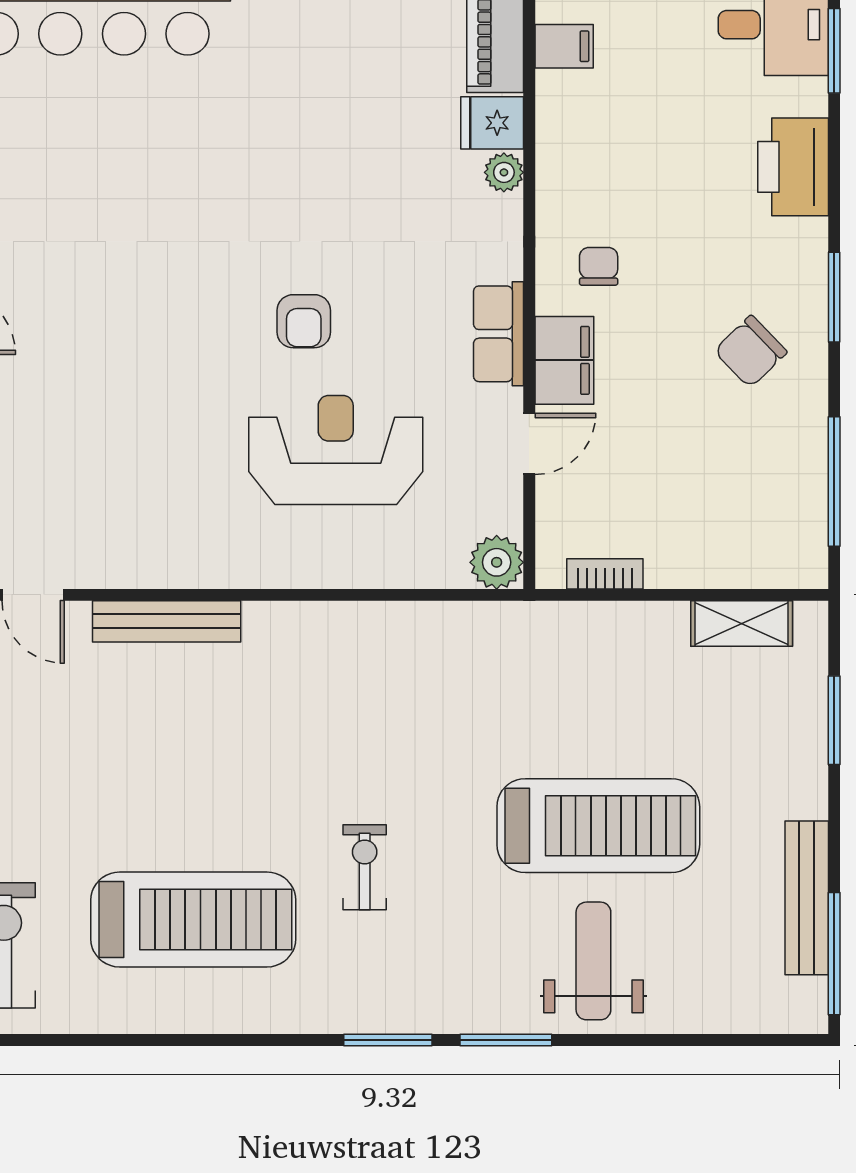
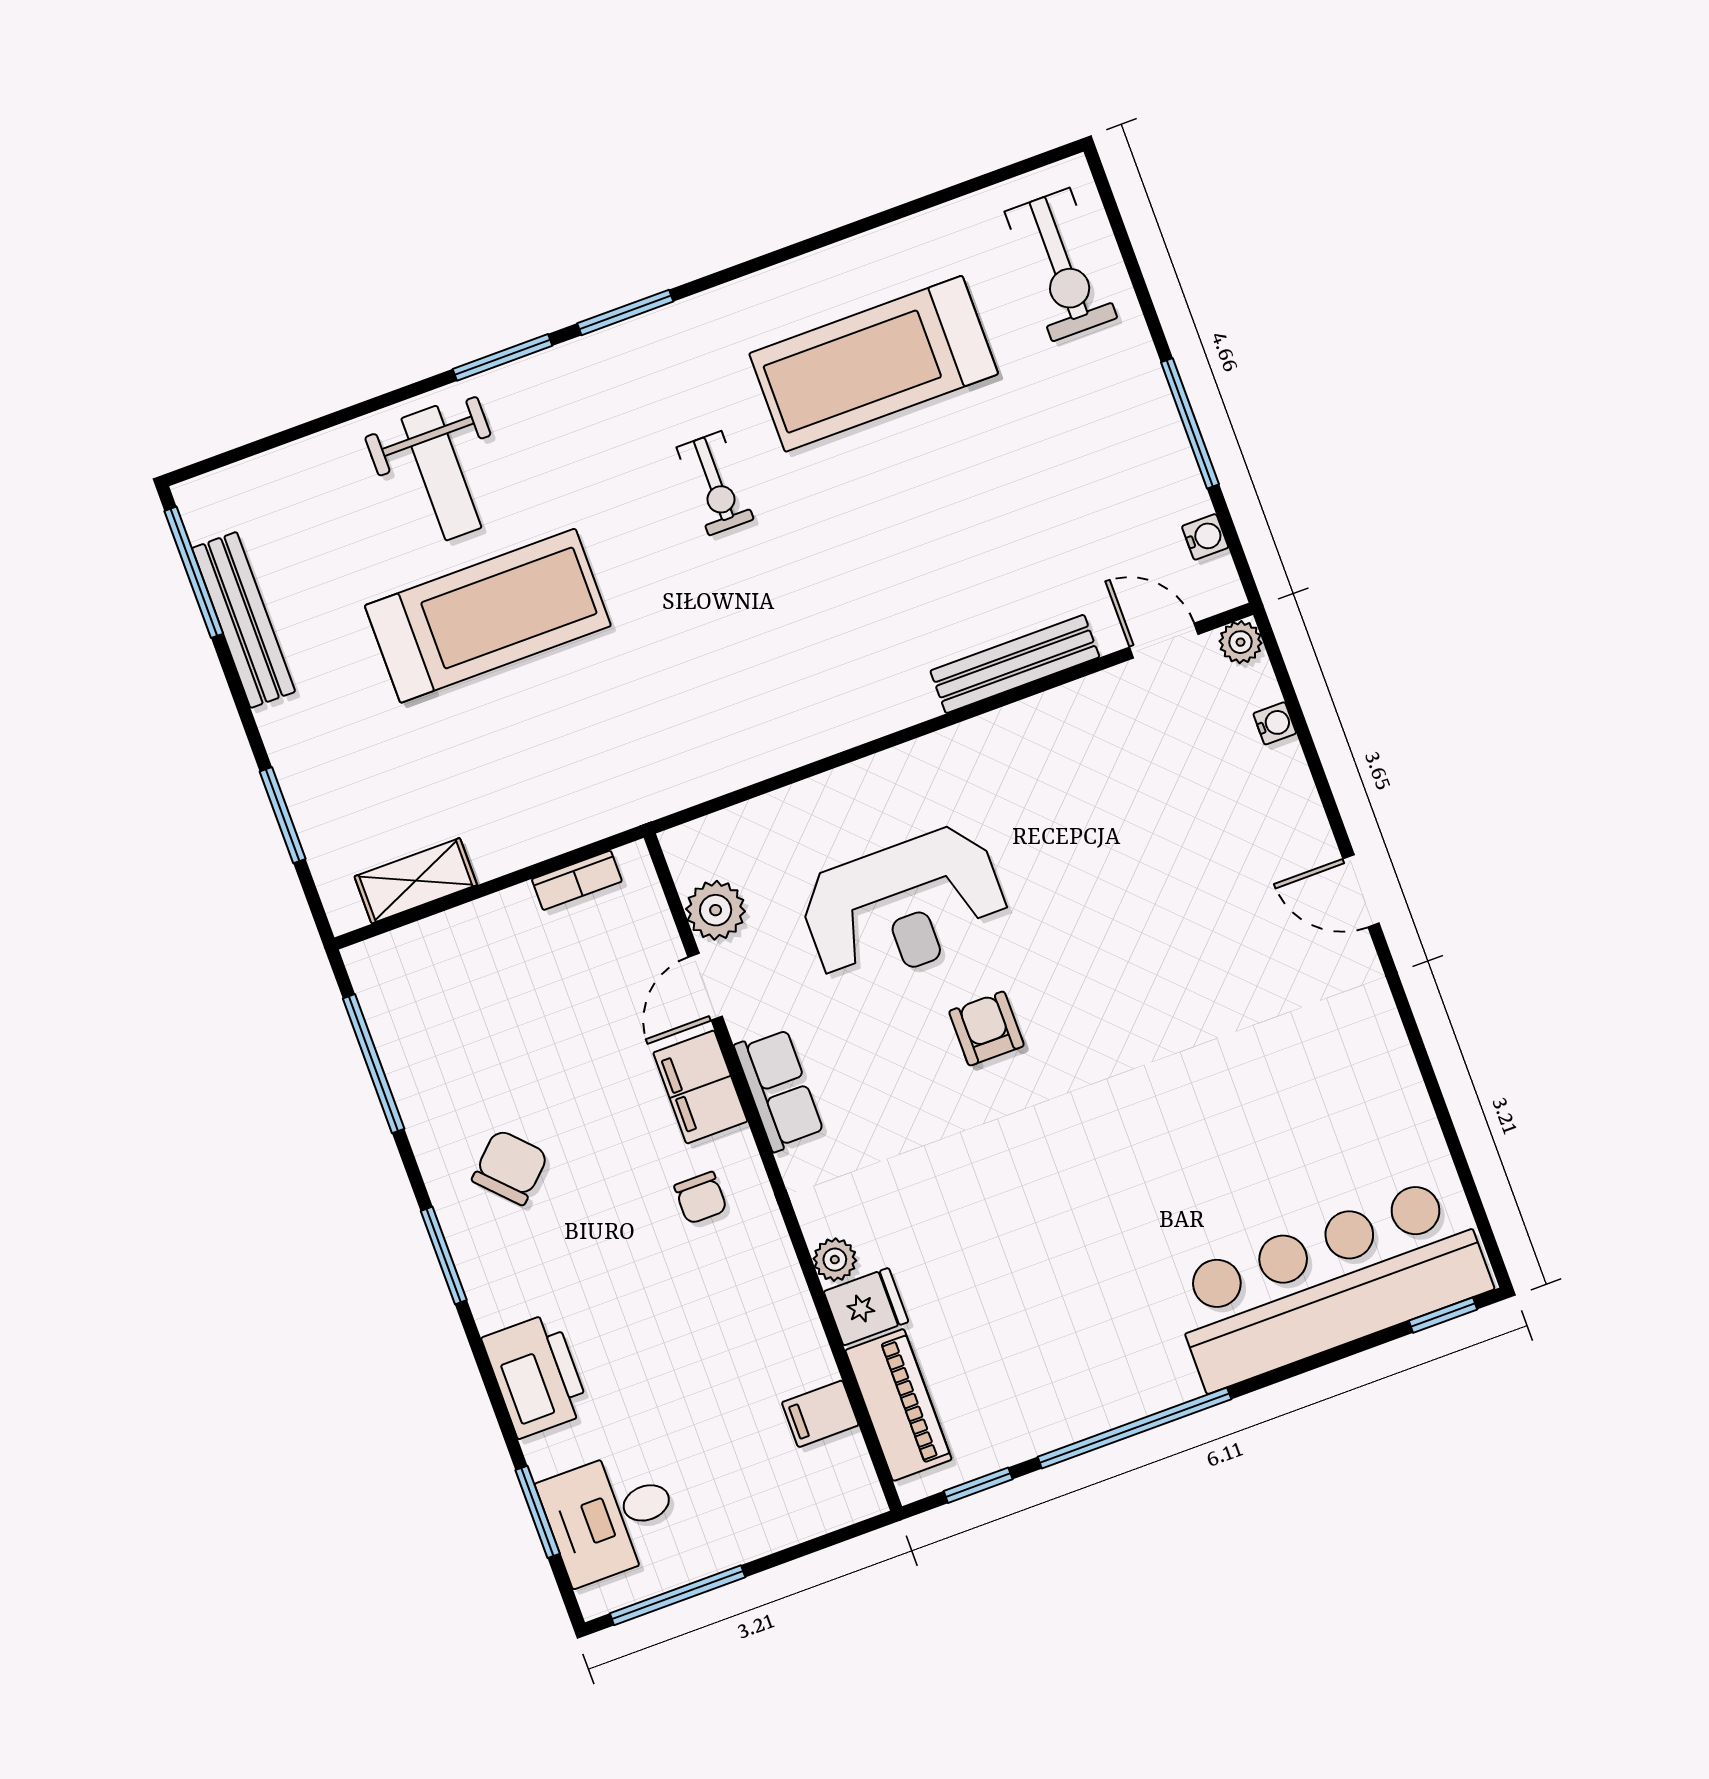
plant: (497, 562) -> (716, 910), moved
treadmill: (598, 826) -> (488, 616), turned 180

